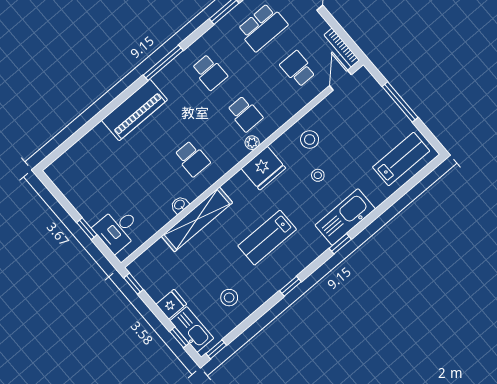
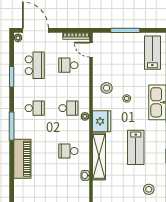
school desk: (192, 159) -> (68, 151), turned 180
shelving: (197, 219) -> (99, 156), moved

